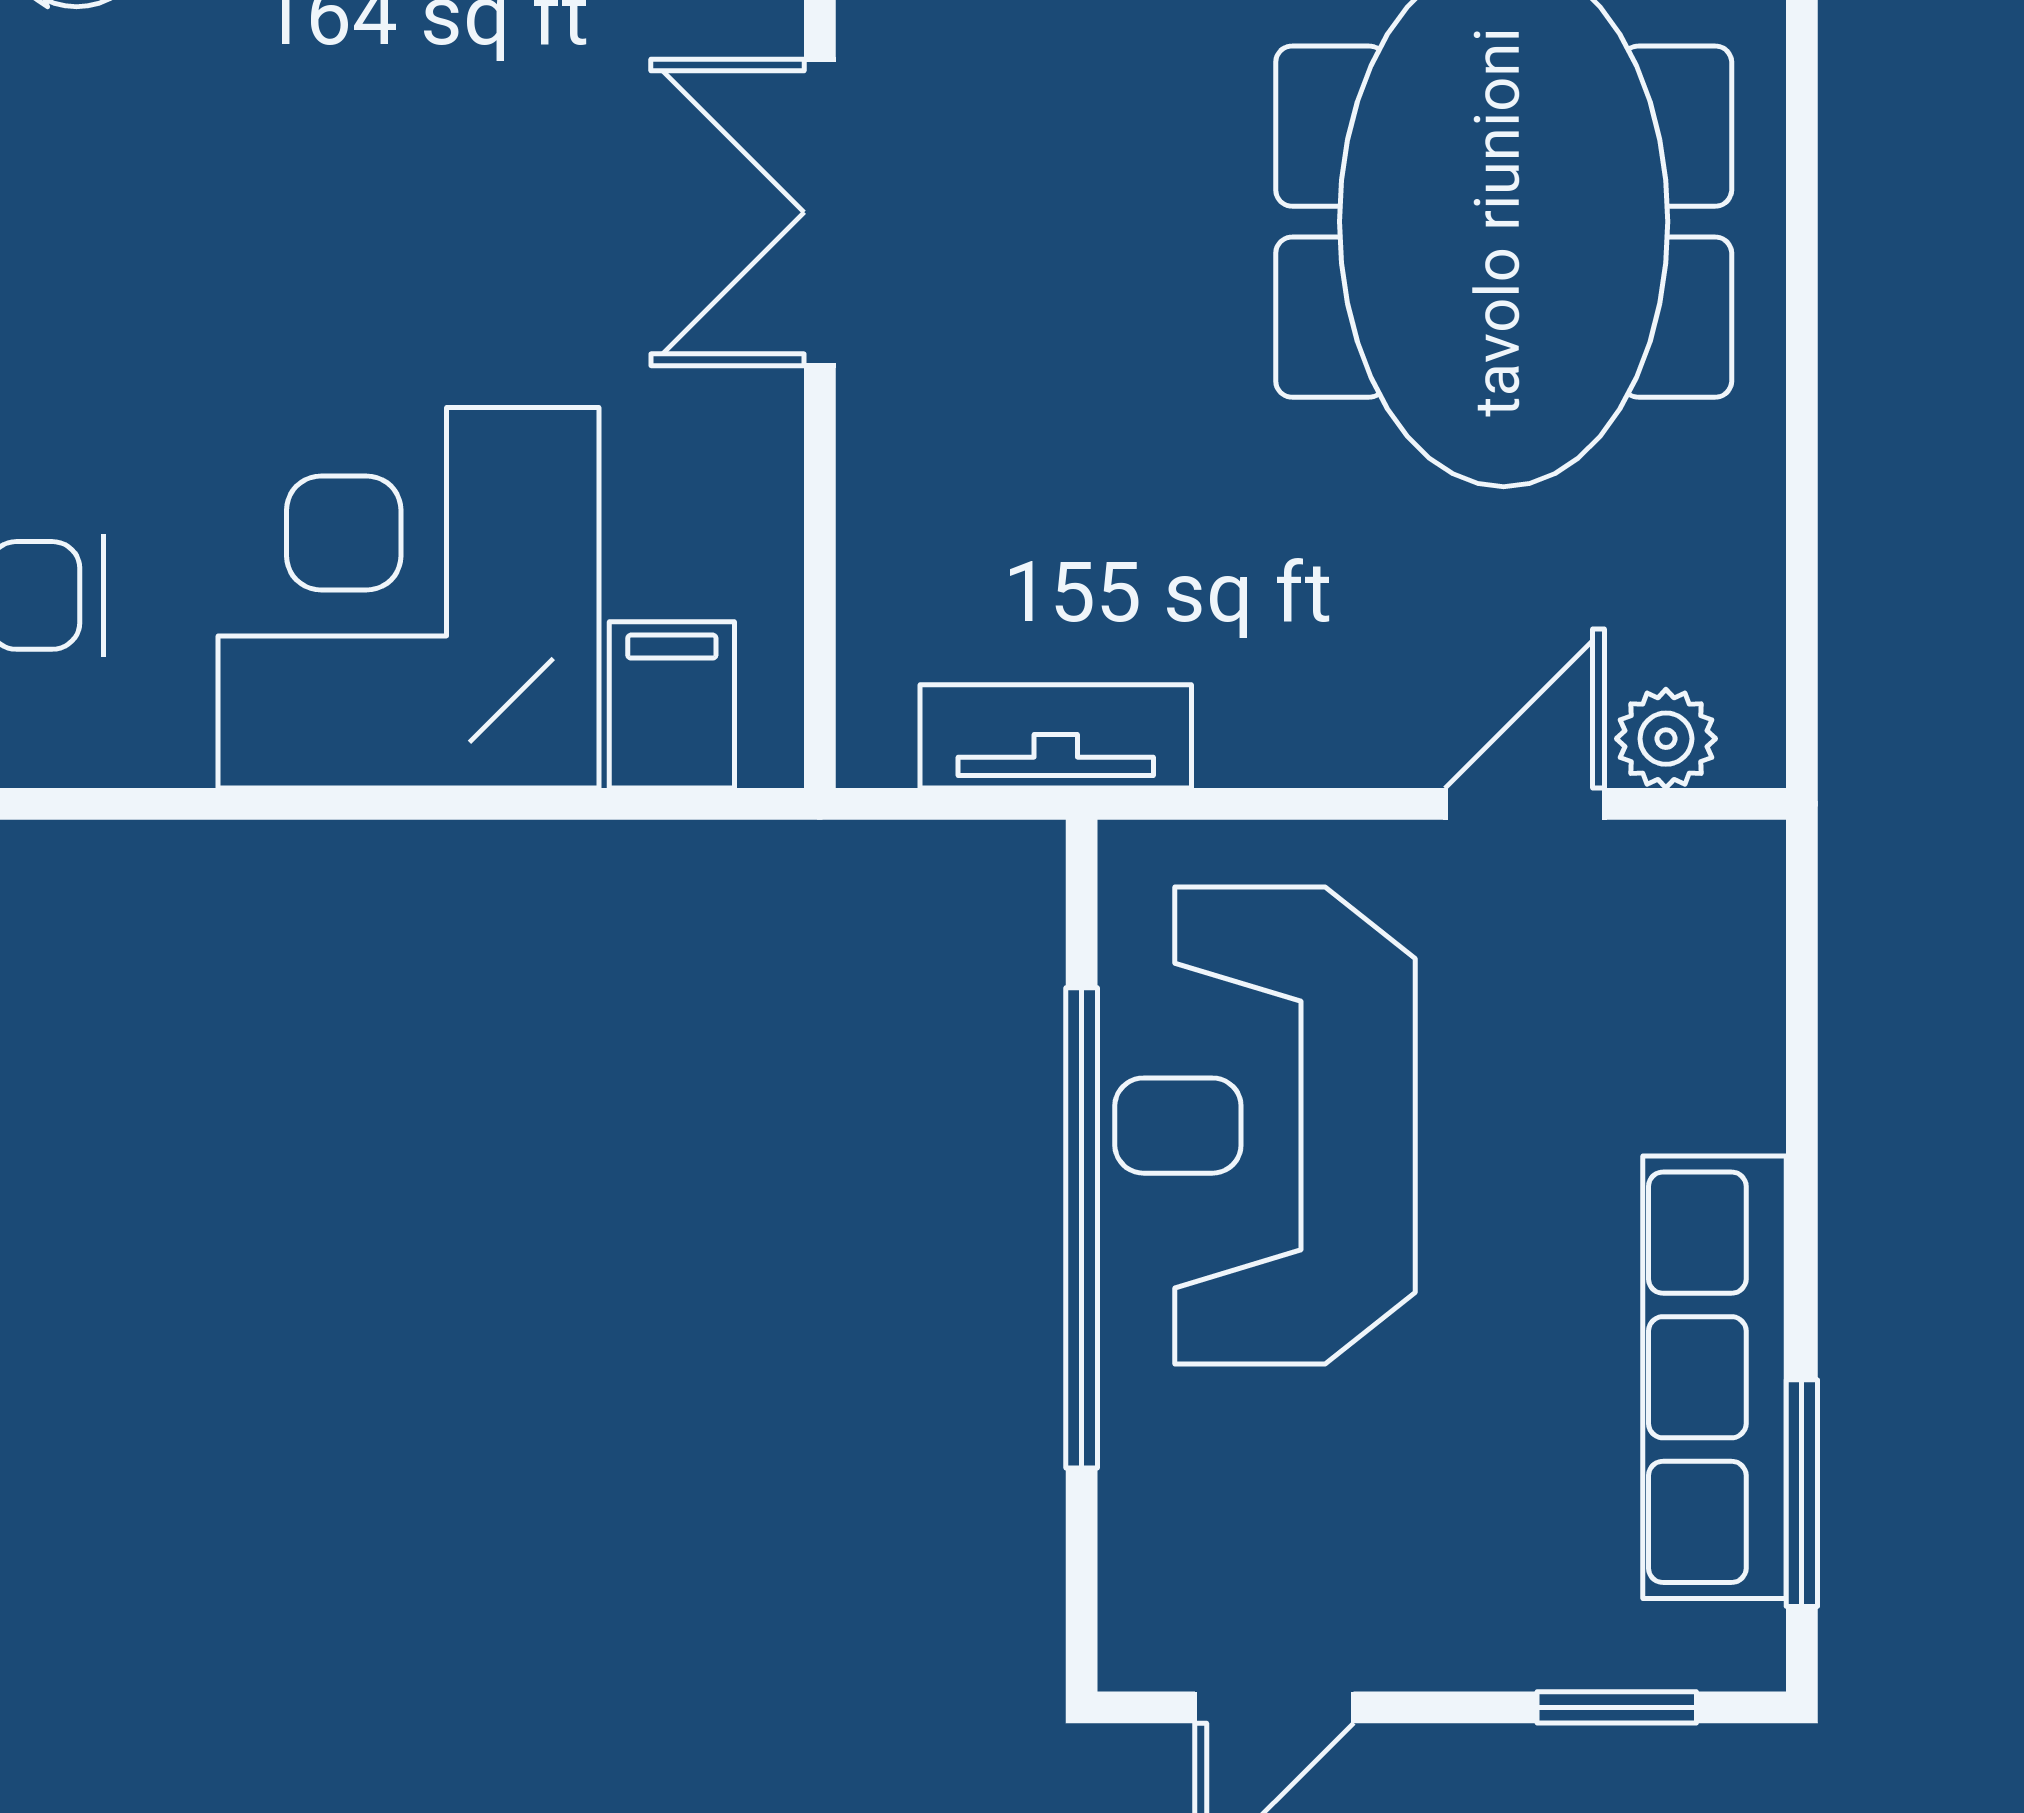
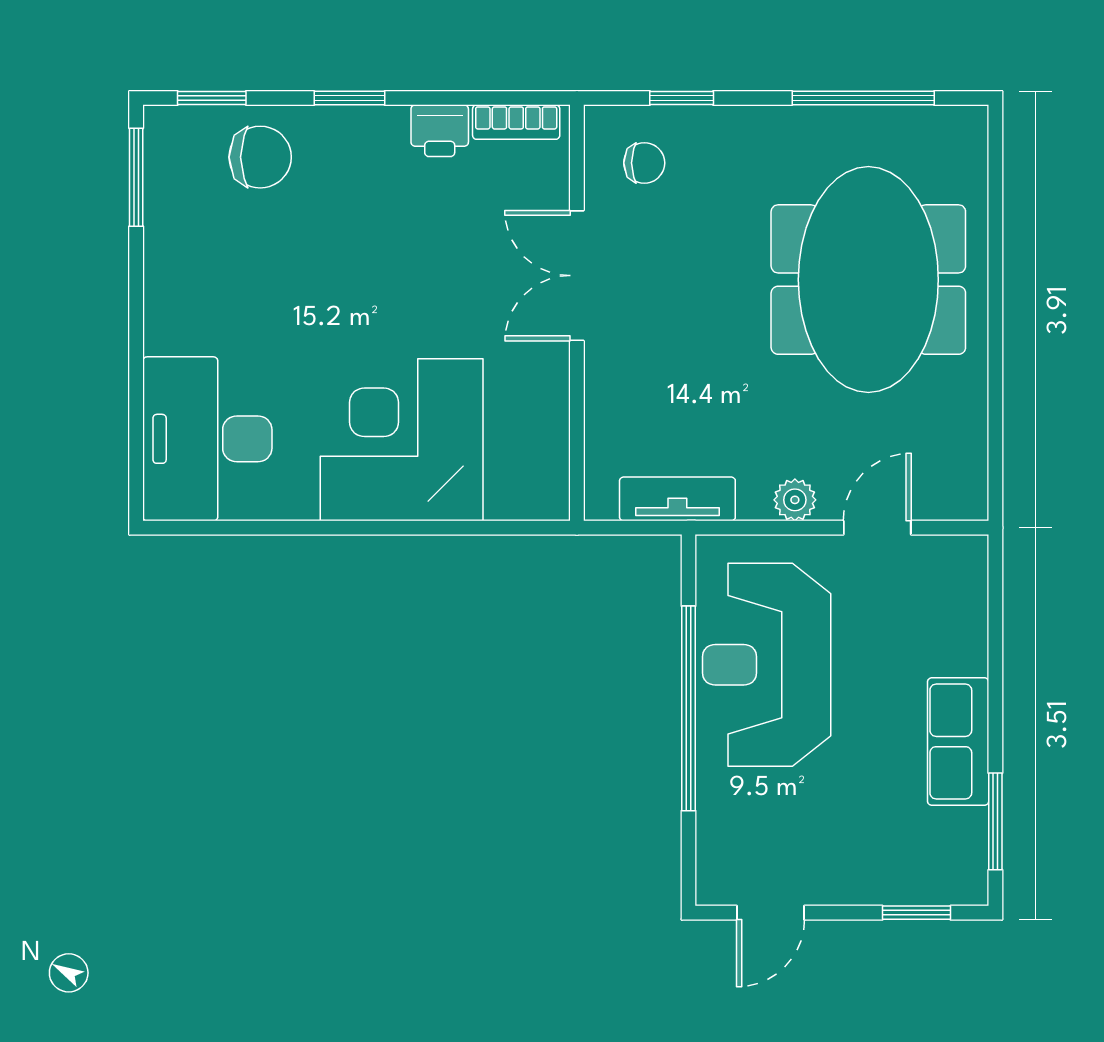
filing cabinet: (672, 705) -> (514, 485), removed
plant: (1666, 739) -> (795, 500), moved
row of seats: (1715, 1377) -> (958, 742), width x0.68

